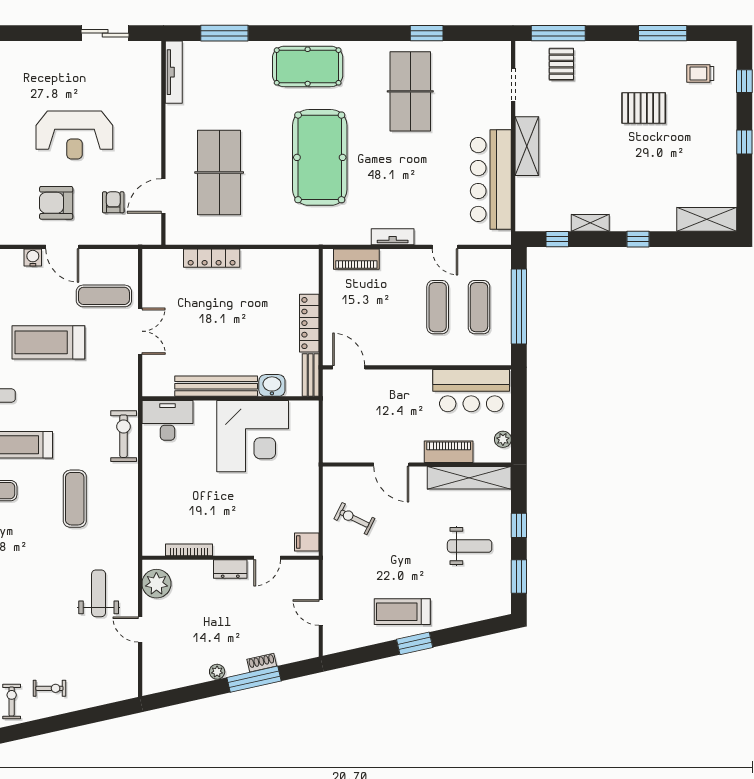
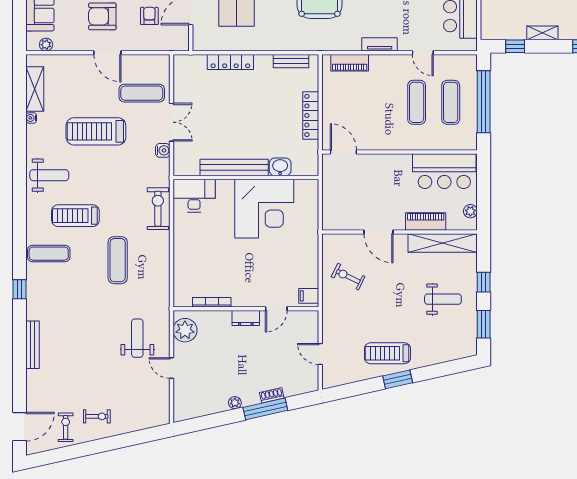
water cooler: (33, 257) -> (163, 150), moved, turned 90
bench: (311, 375) -> (291, 61), moved, turned 90

